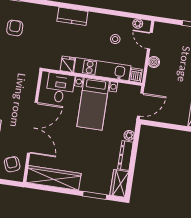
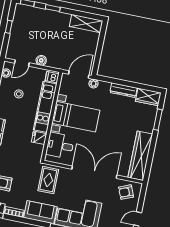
rug: (21, 77) -> (48, 180), added
door: (140, 105) -> (79, 75), hinge flipped
plant: (129, 135) -> (94, 84), moved

